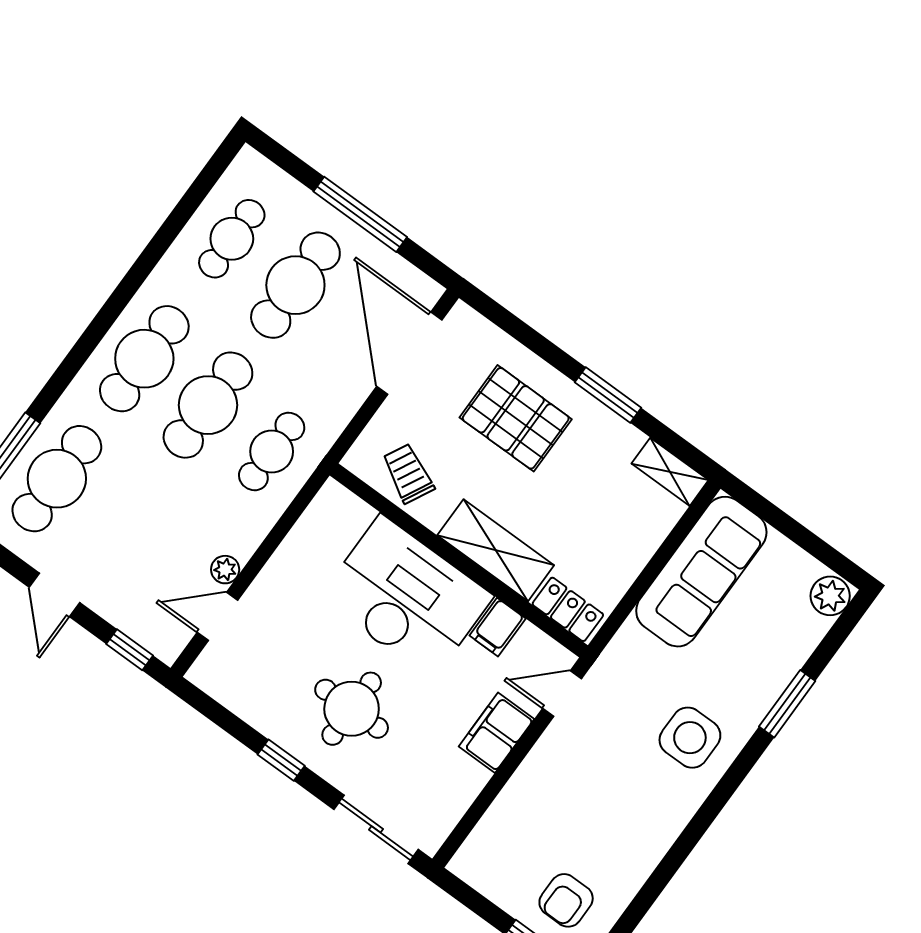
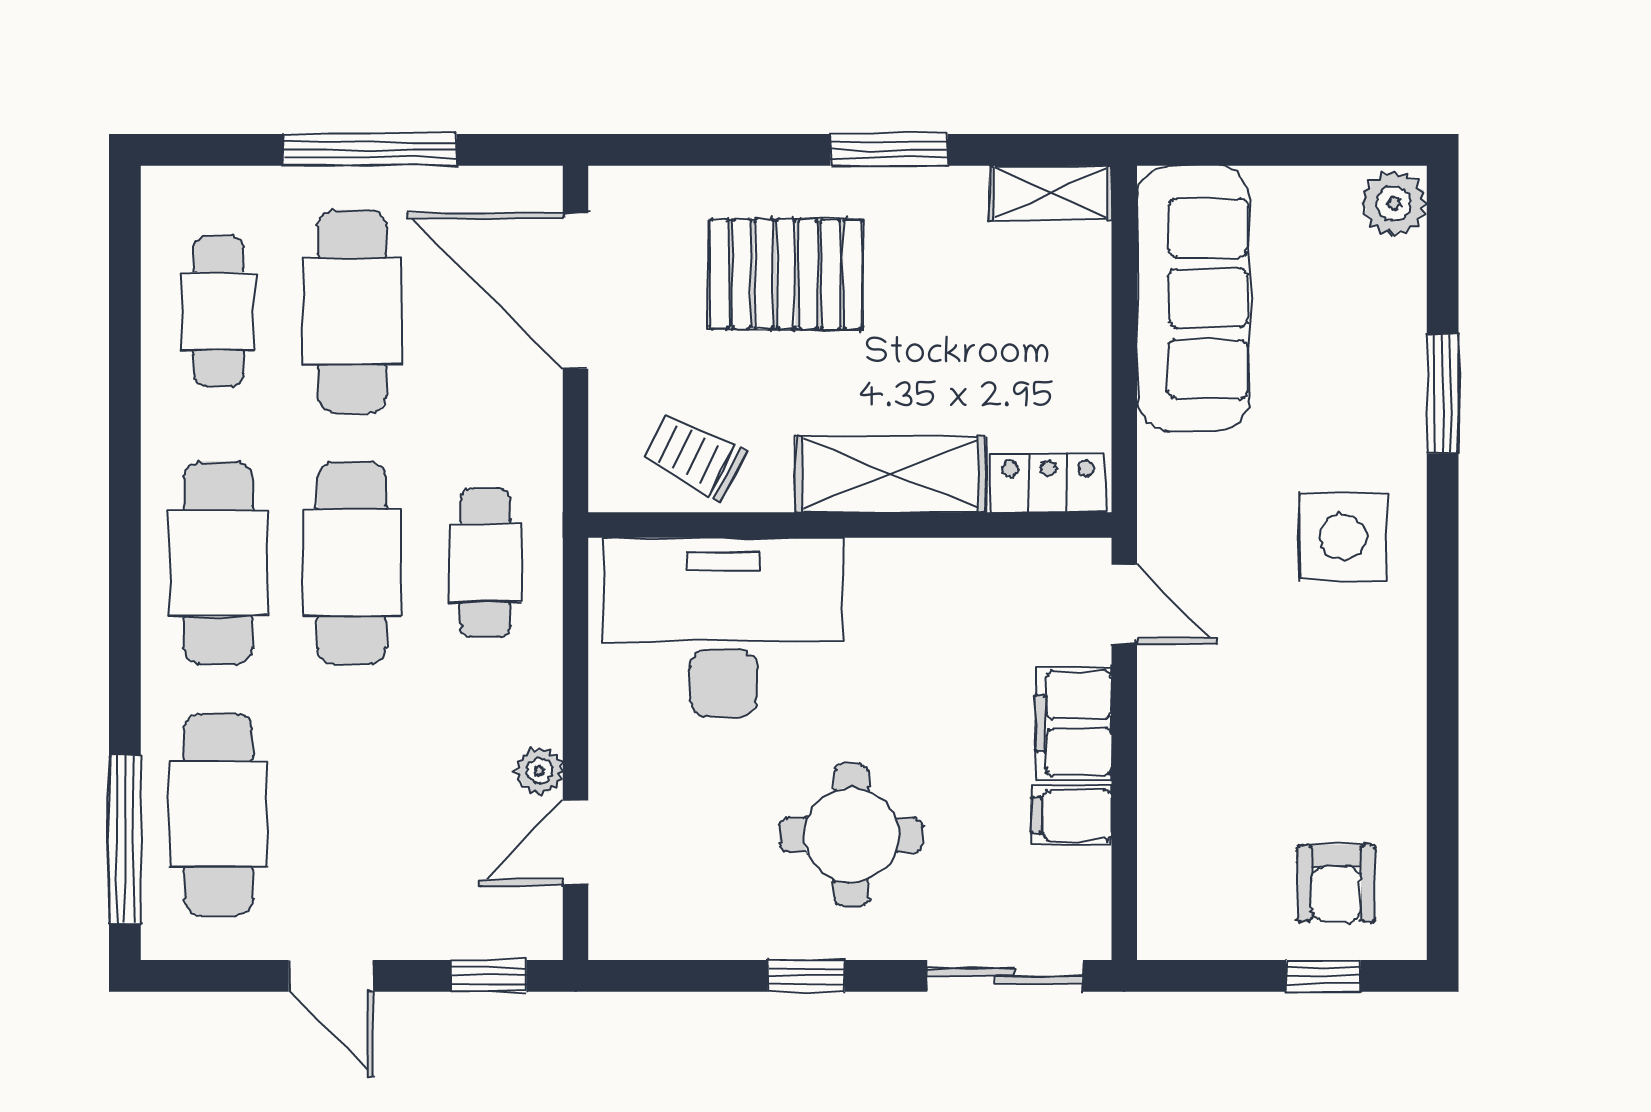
desk: (406, 597) -> (723, 627), moved
filing cabinet: (498, 627) -> (1072, 815), moved, turned 90
door: (562, 694) -> (1124, 604), swing flipped

